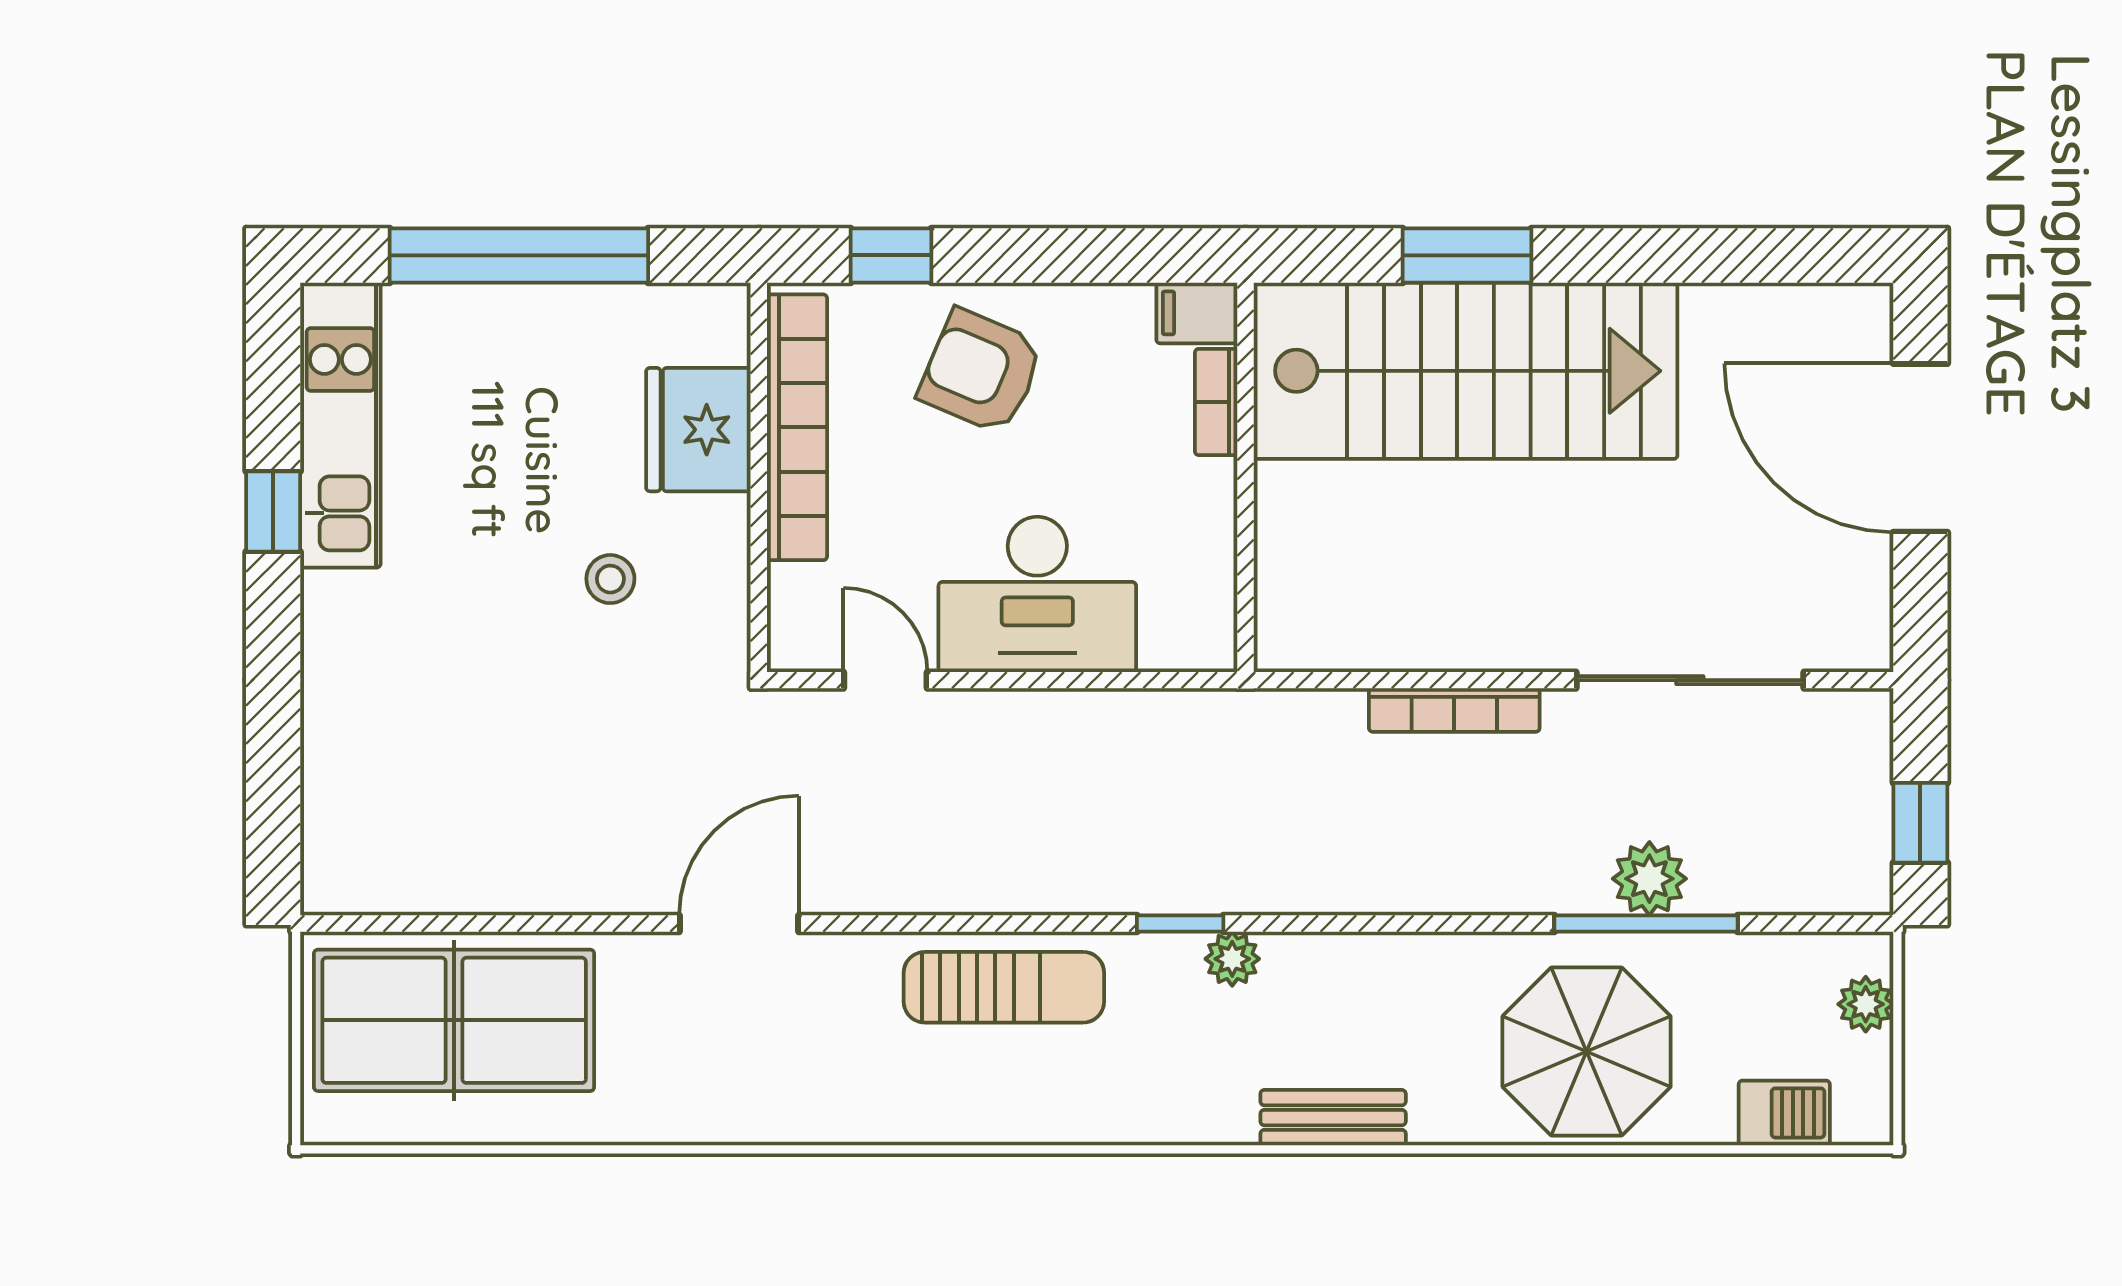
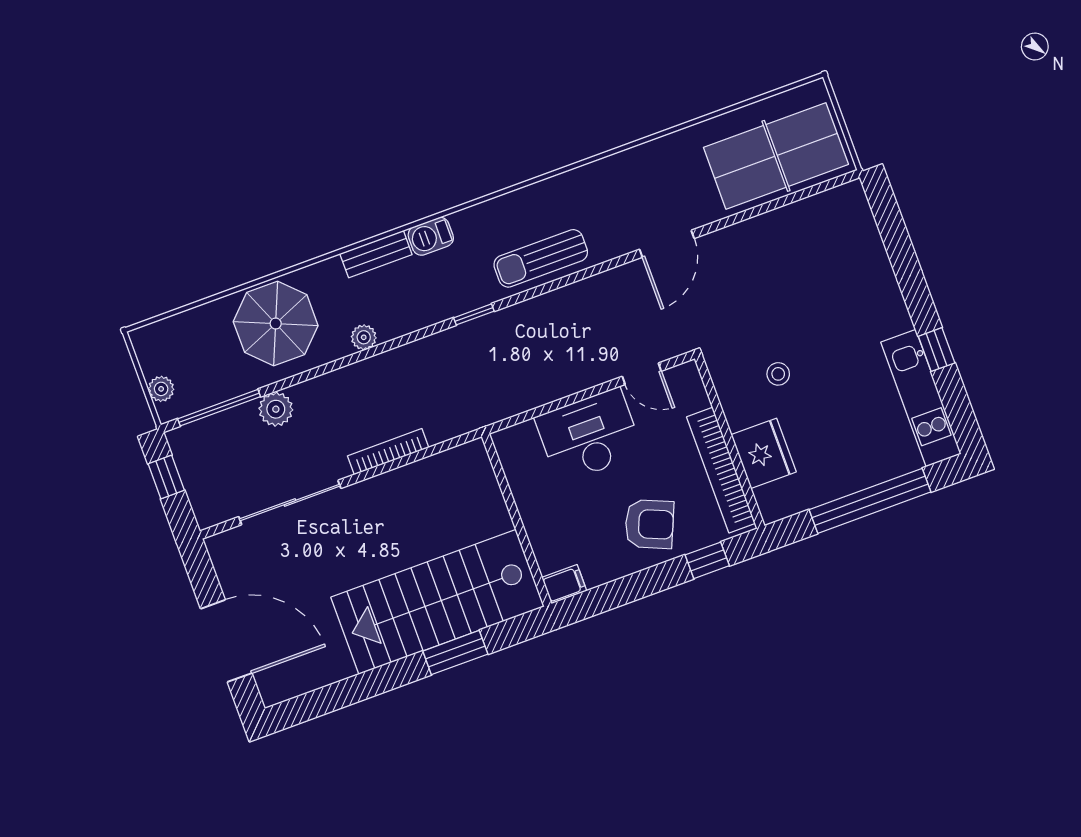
bookcase: (1216, 402) -> (542, 548), removed
window: (1646, 924) -> (219, 408), moved
plant: (1232, 959) -> (364, 337), moved
barbecue: (1784, 1113) -> (431, 236), moved

